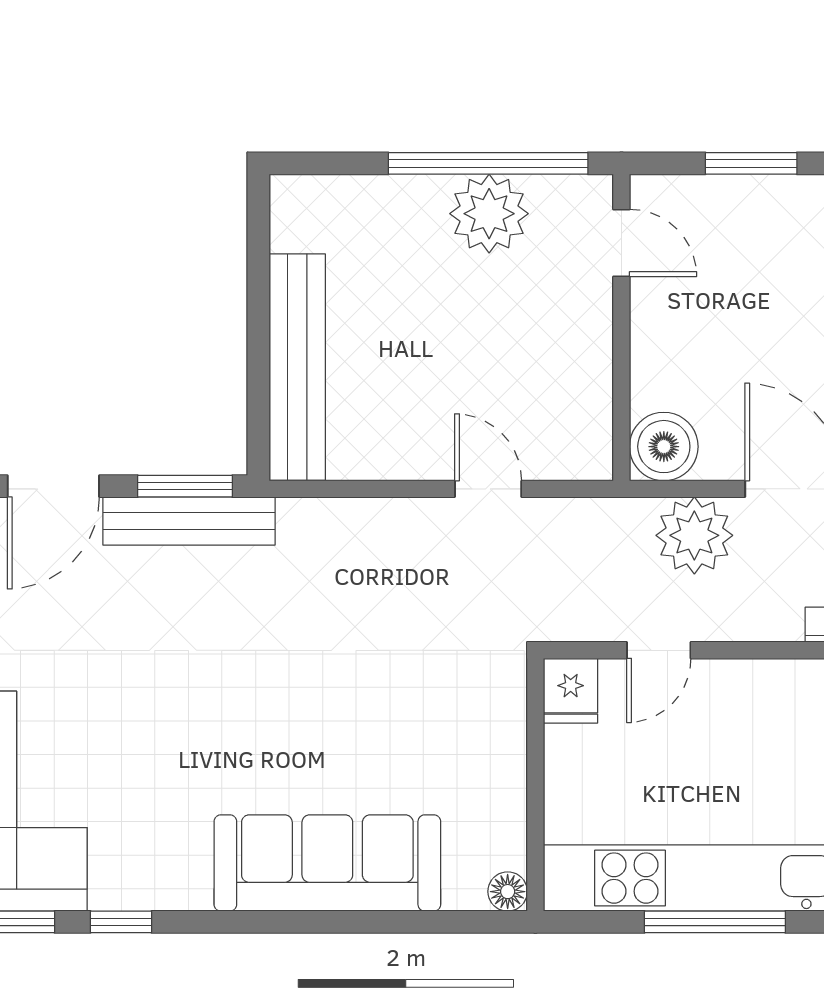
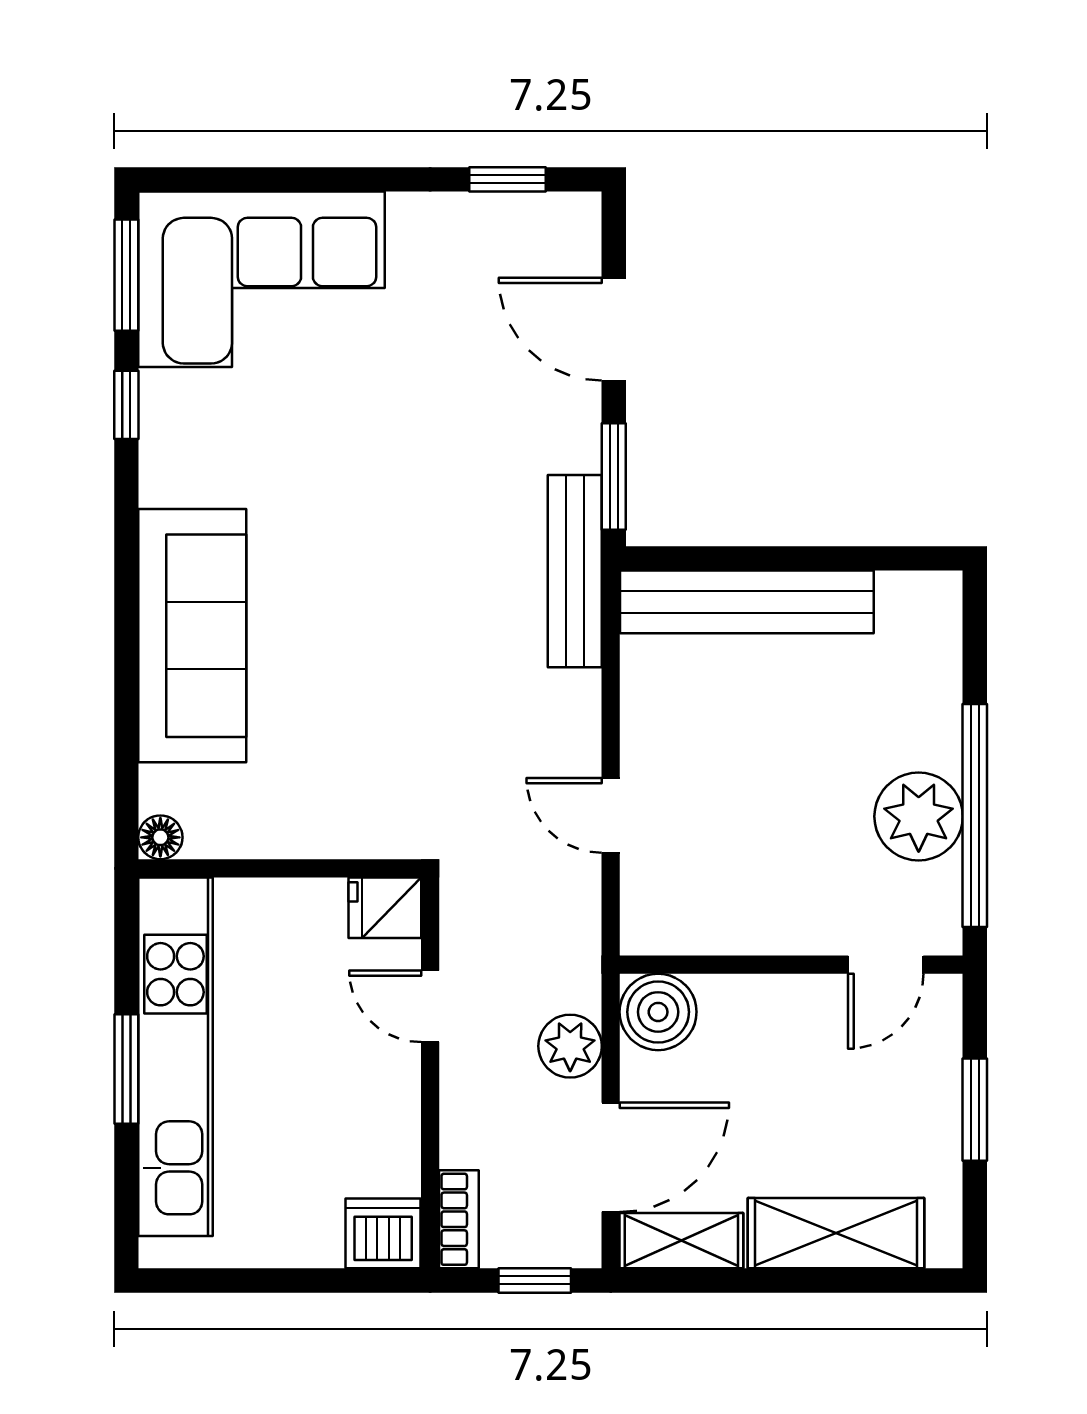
door: (488, 489) -> (611, 815), swing flipped
bench: (189, 521) -> (575, 571), moved
plant: (694, 535) -> (570, 1046), width x0.73, depth x0.73
window: (715, 922) -> (126, 1069), width x0.69

